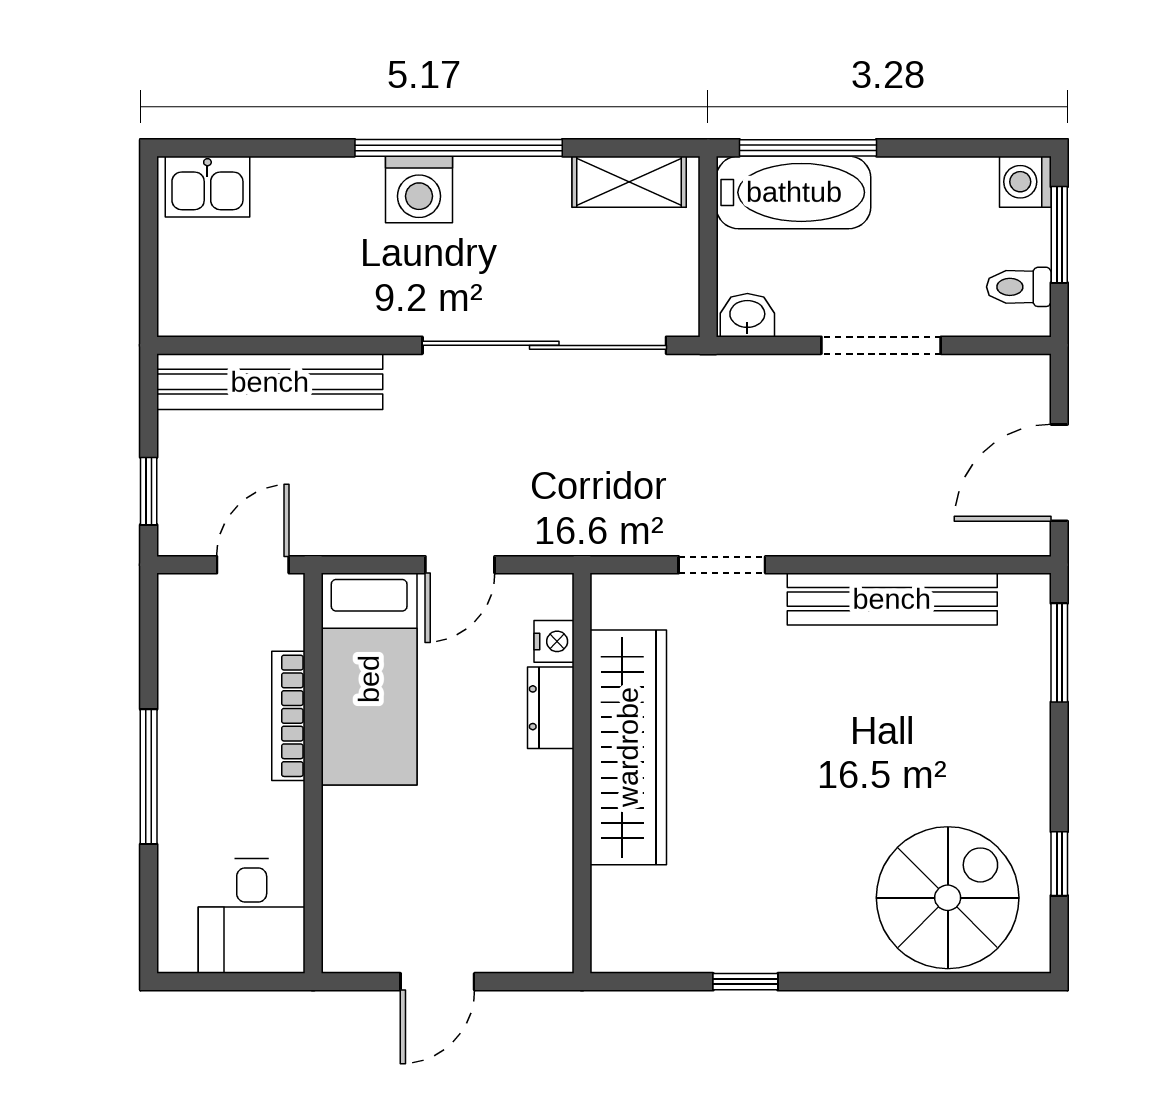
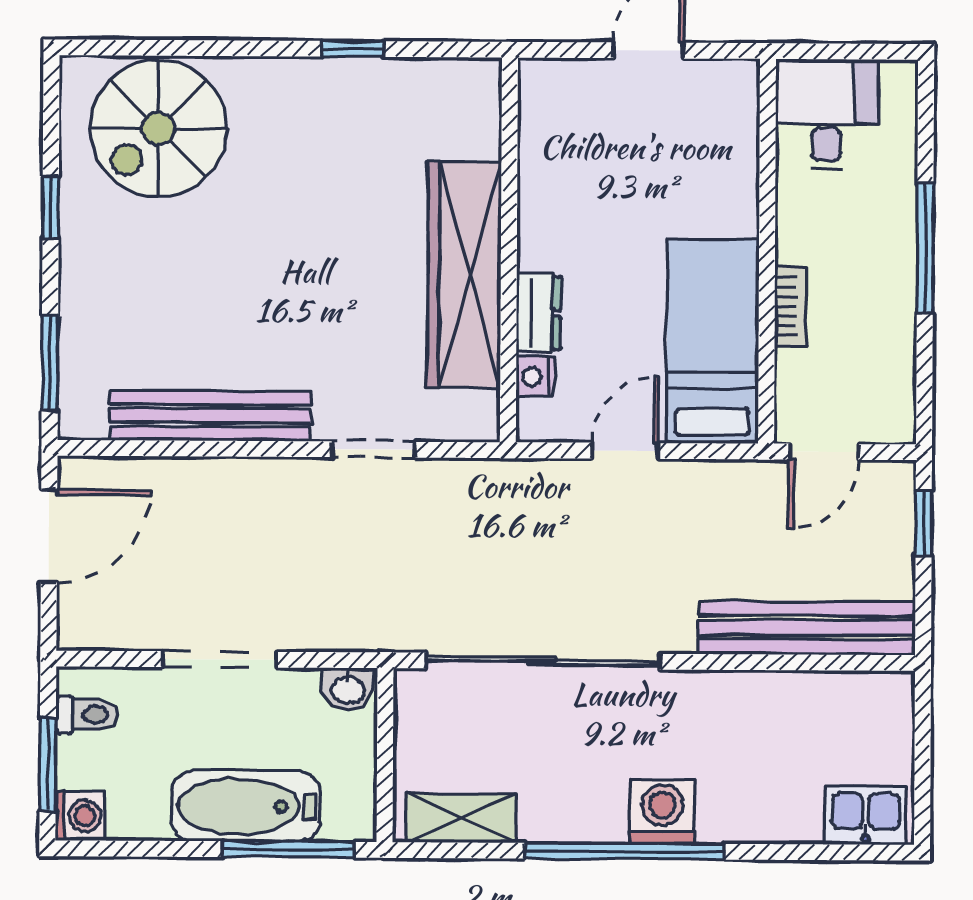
bathtub: (794, 192) -> (246, 806), moved
bookcase: (288, 716) -> (791, 307), width x0.64
window: (1059, 864) -> (51, 207), moved

